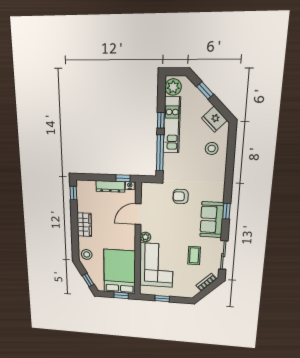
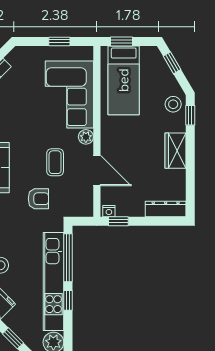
kitchen unit: (172, 125) -> (54, 282), width x1.36
dresser: (110, 186) -> (166, 209), moved
window: (73, 193) -> (190, 115), moved
door: (138, 214) -> (97, 171), hinge flipped
coffee table: (194, 255) -> (55, 162), moved
bed: (120, 272) -> (124, 80), width x0.67

